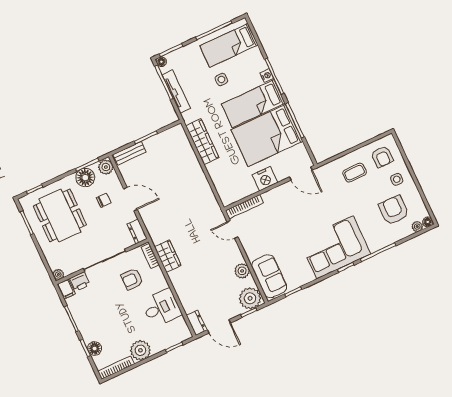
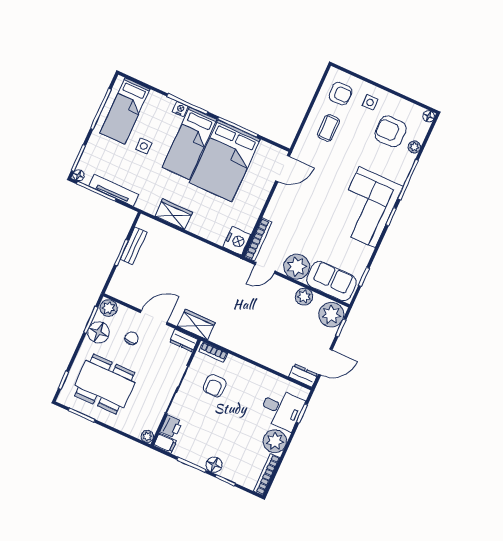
wardrobe: (202, 142) -> (174, 214), width x0.67
bench: (129, 153) -> (134, 246), moved
nightstand: (265, 179) -> (237, 241), moved
plant: (417, 227) -> (414, 147), moved
plant: (254, 247) -> (297, 267), added
wardrobe: (168, 256) -> (196, 325), moved
desk: (161, 308) -> (282, 409), moved, turned 90
floor lamp: (95, 348) -> (214, 465), moved

